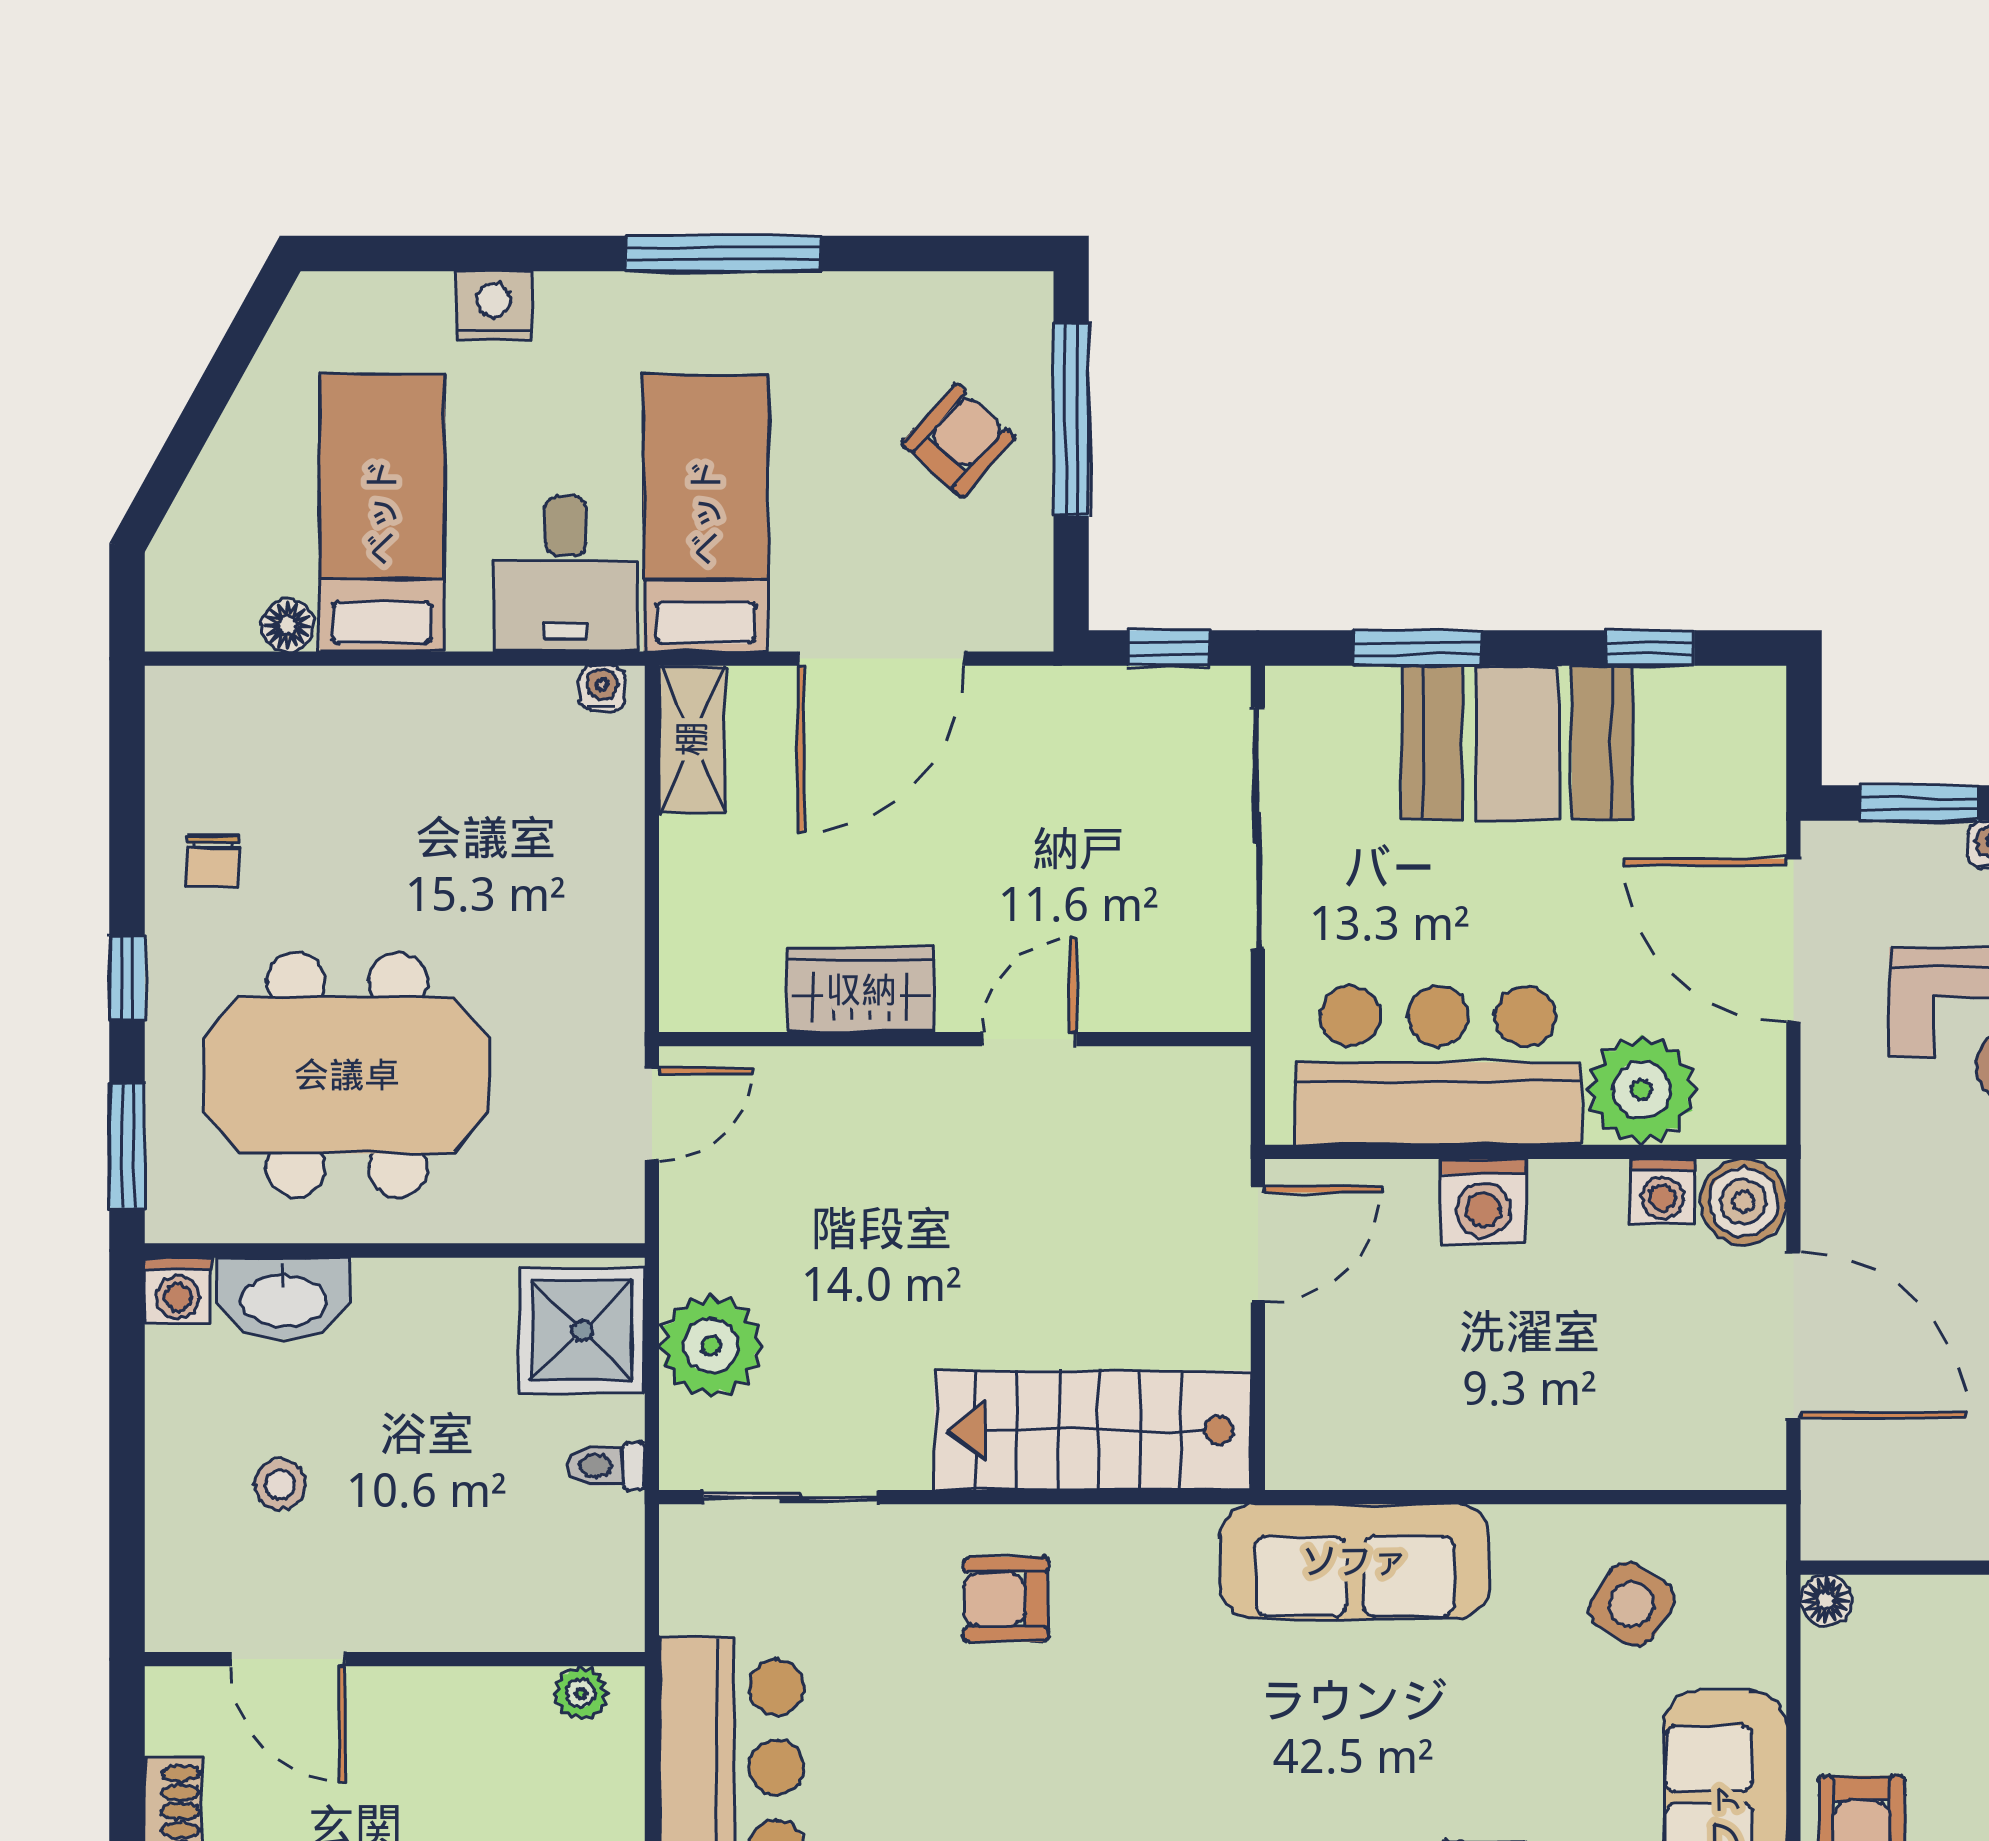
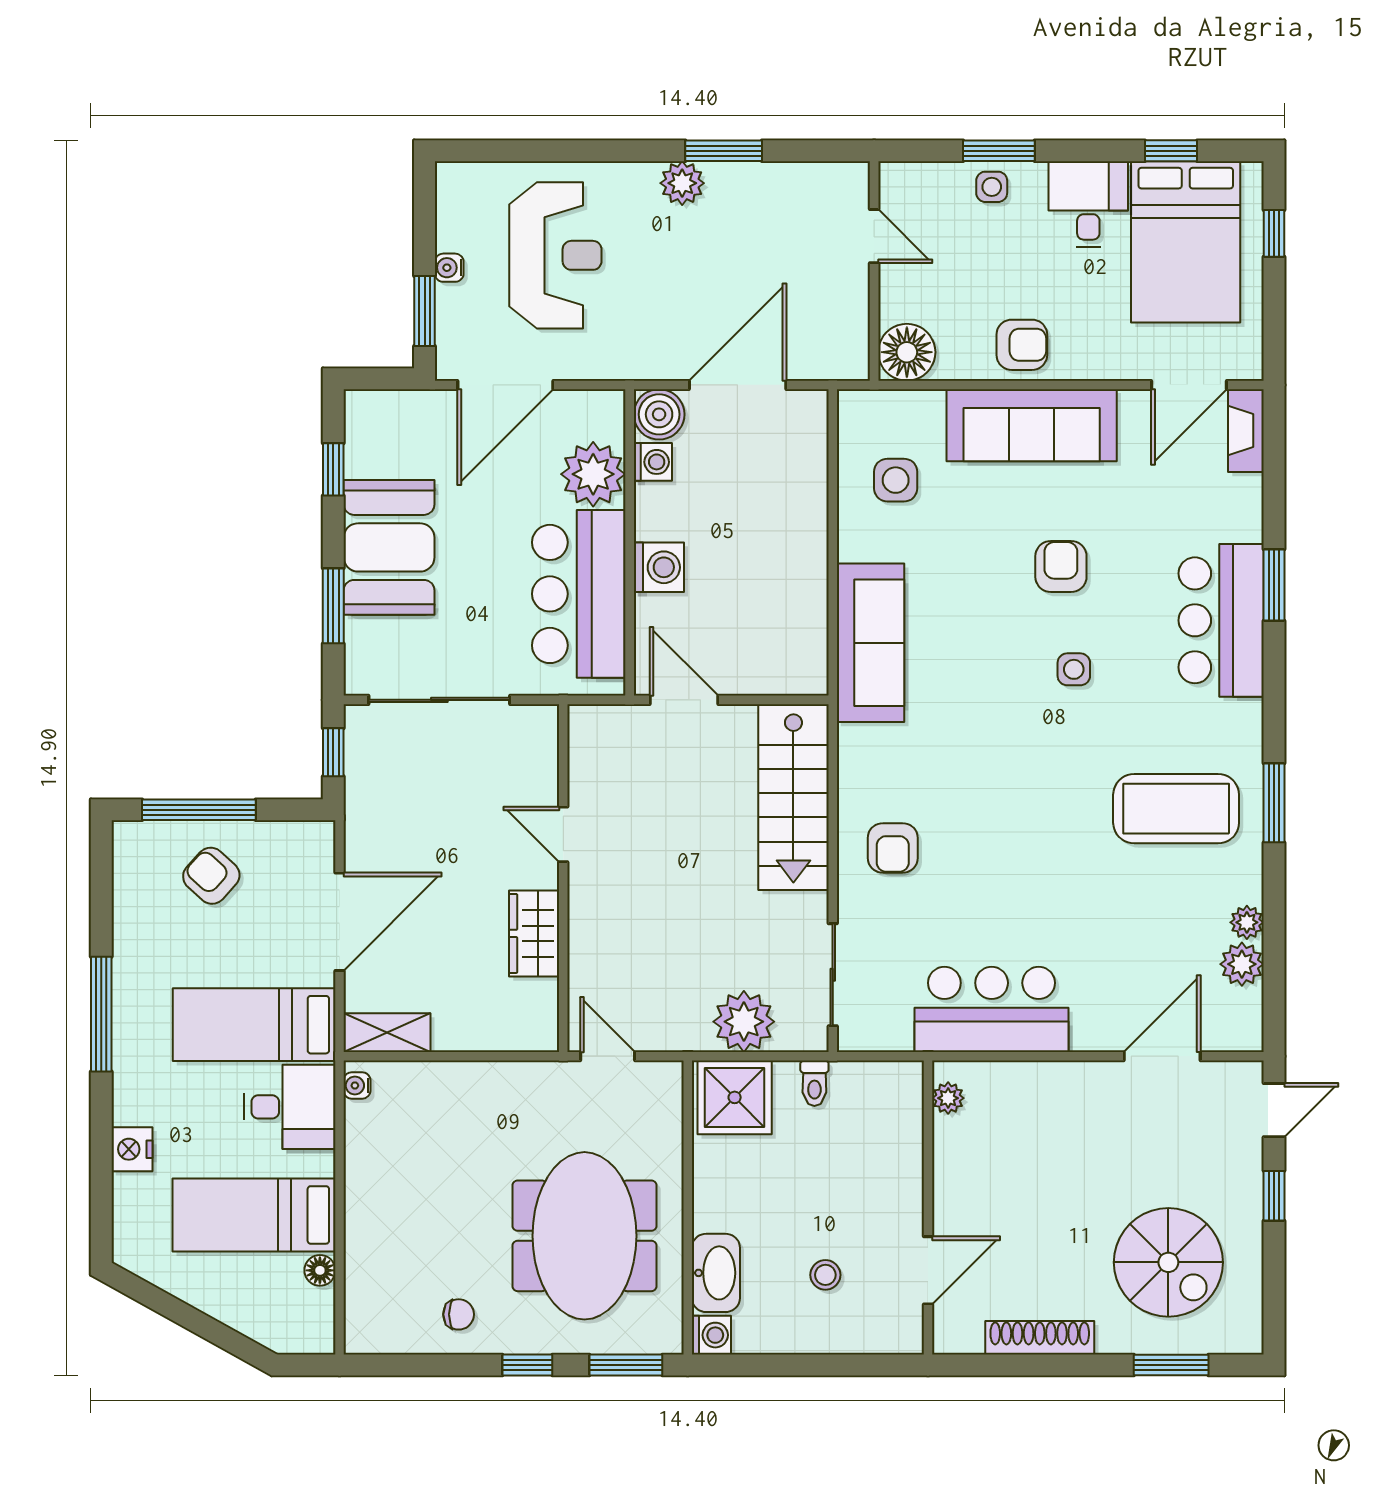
door: (881, 659) -> (340, 922), hinge flipped
floor lamp: (1826, 1600) -> (907, 352), width x1.89, depth x1.89
side table: (1632, 1604) -> (896, 480), turned -33

